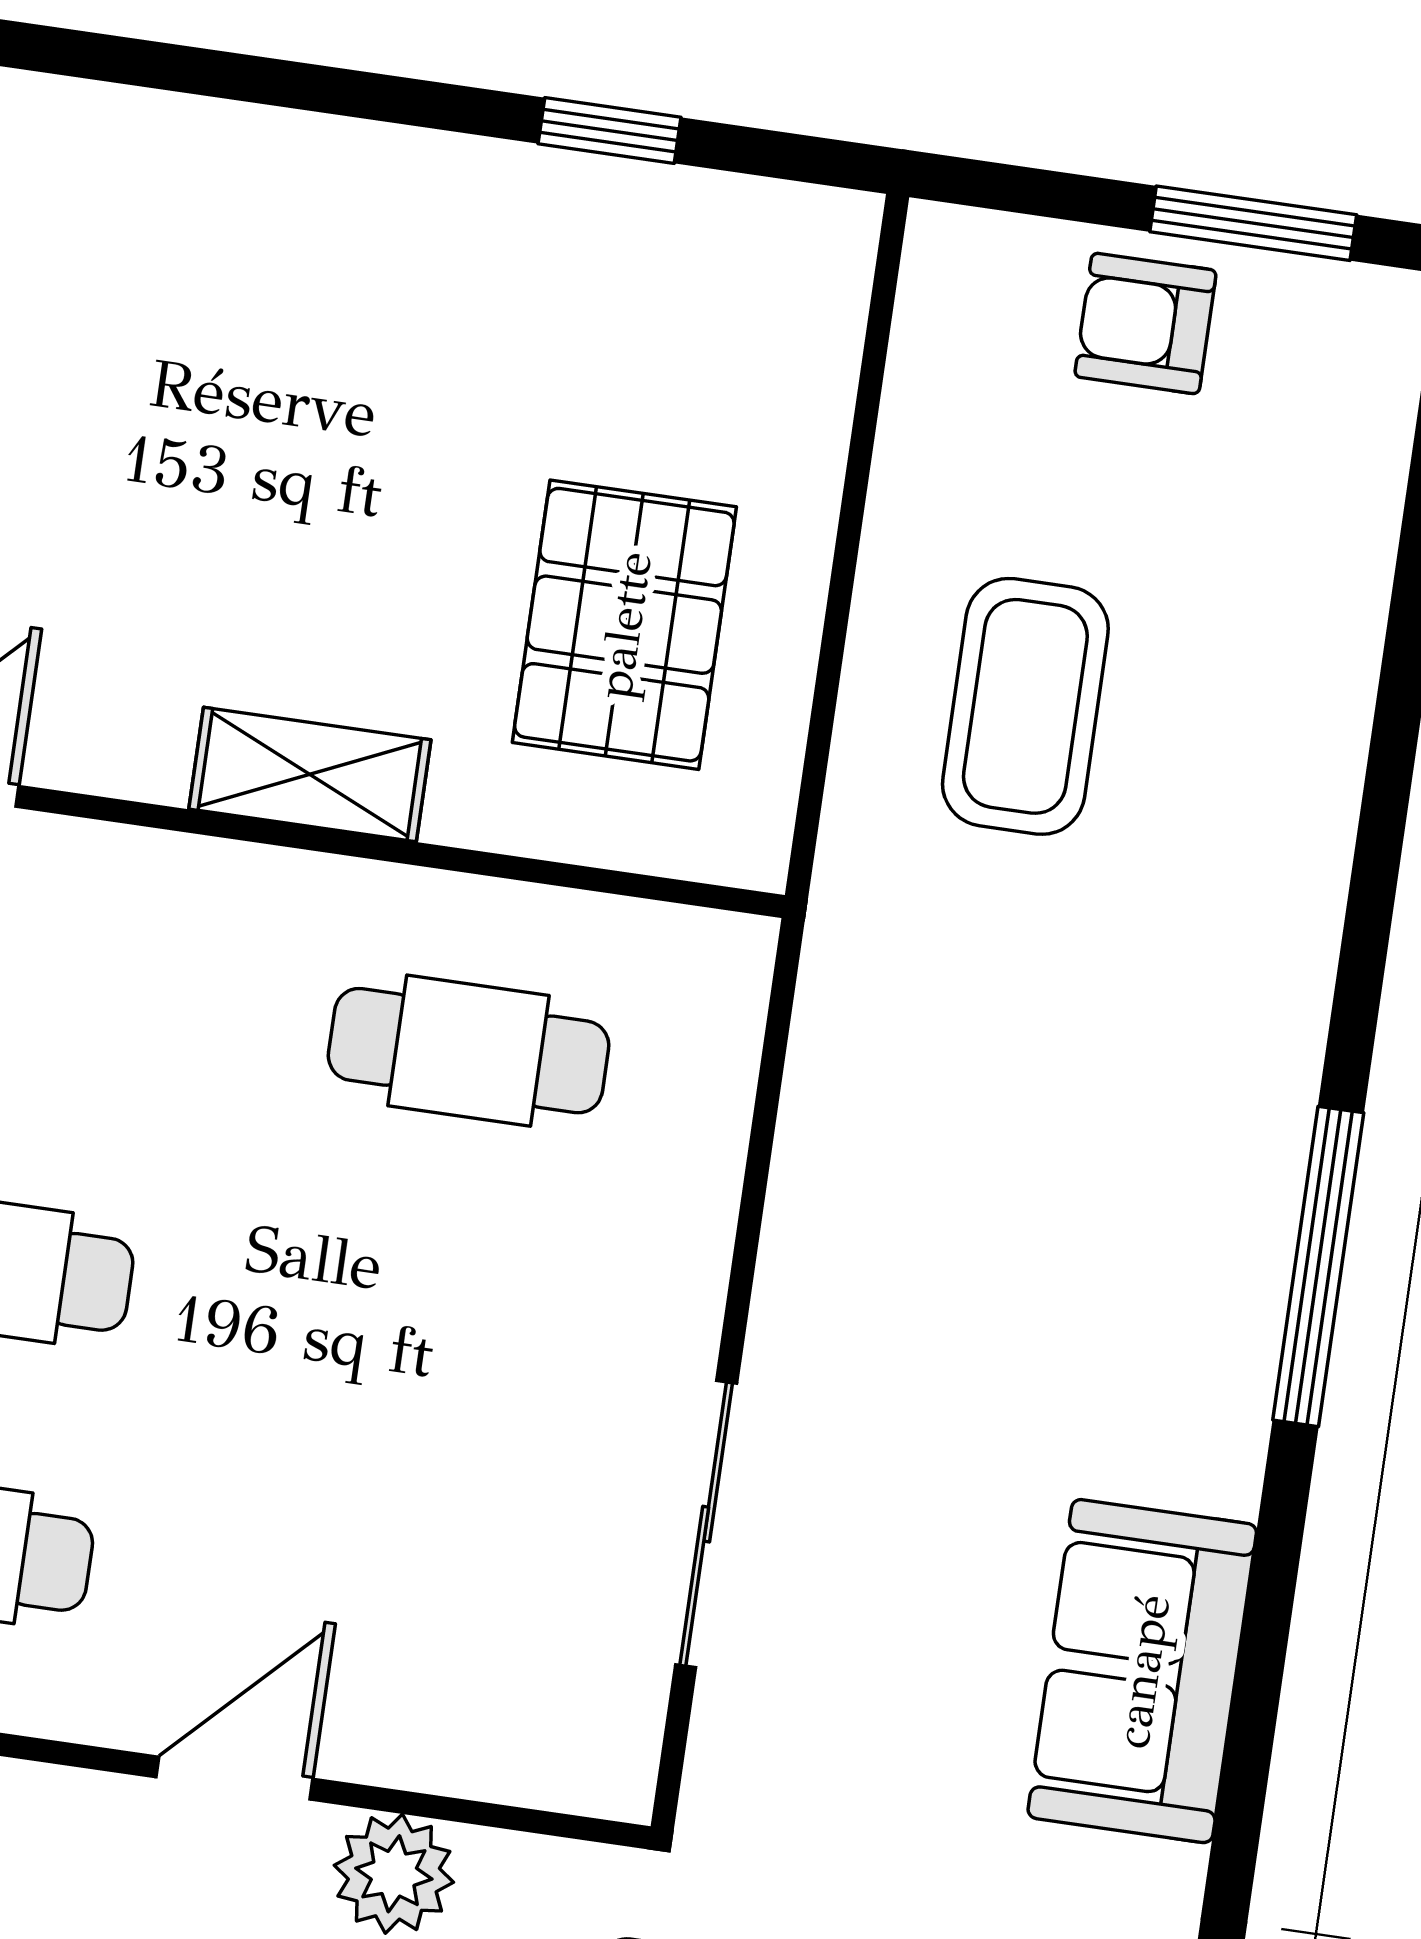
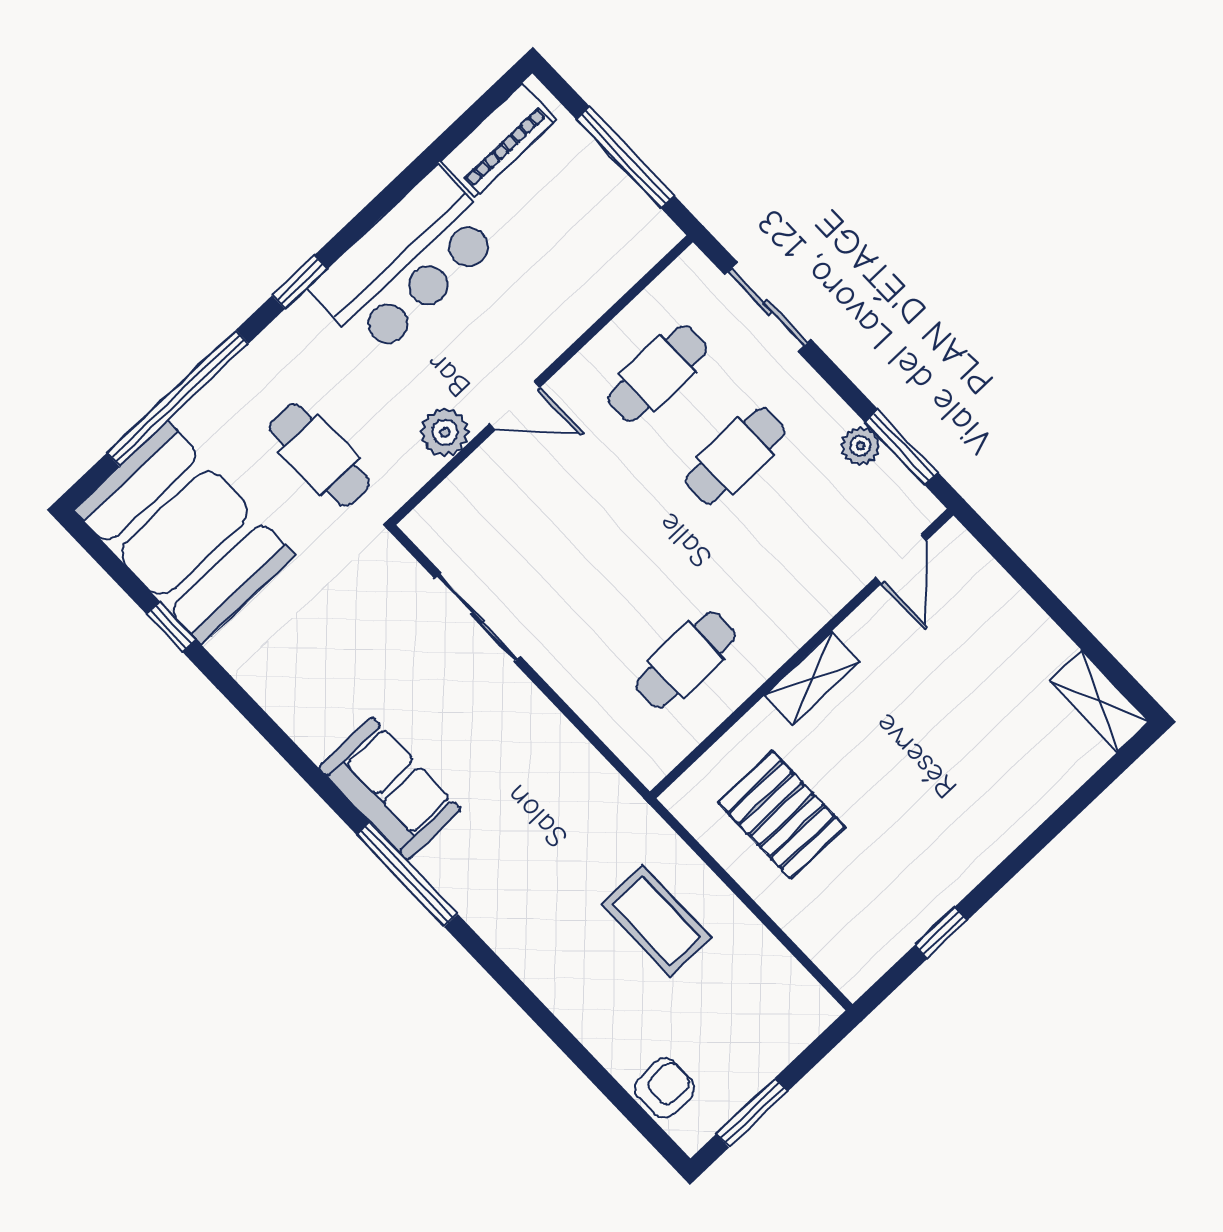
armchair: (1145, 323) -> (664, 1088), moved
sofa: (1142, 1671) -> (390, 789), moved
door: (235, 1778) -> (515, 406), hinge flipped

